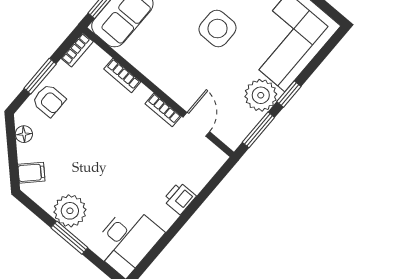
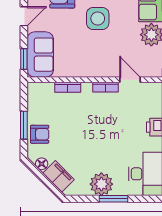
bookcase: (77, 50) -> (32, 94), removed
filing cabinet: (31, 173) -> (58, 176), width x2.00

